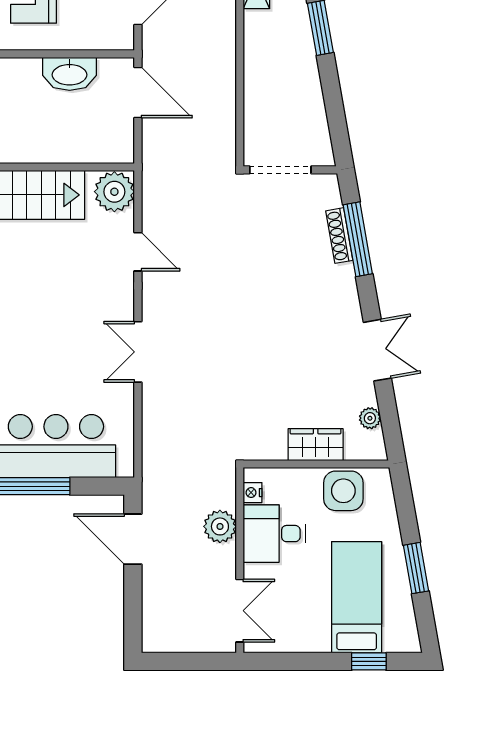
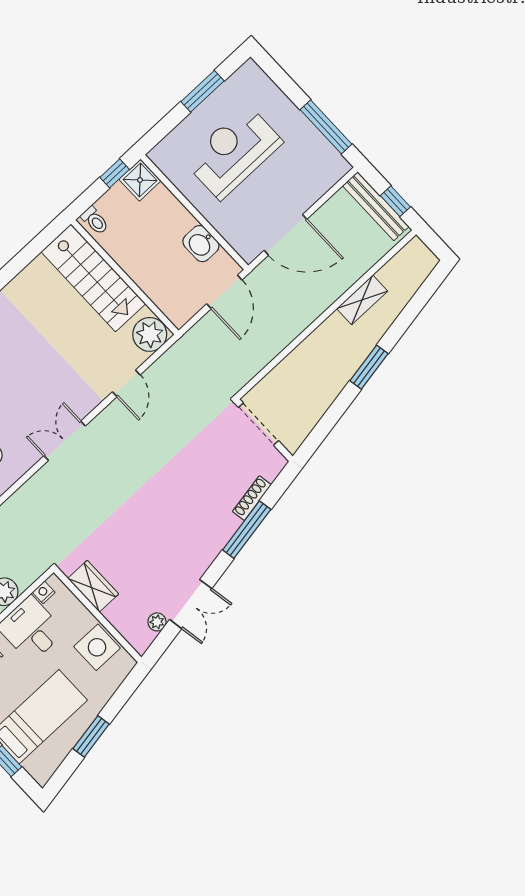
washbasin: (70, 74) -> (201, 244), width x0.72
window: (358, 239) -> (247, 530), moved
double door: (377, 350) -> (191, 604), moved
wardrobe: (316, 445) -> (93, 586), moved

